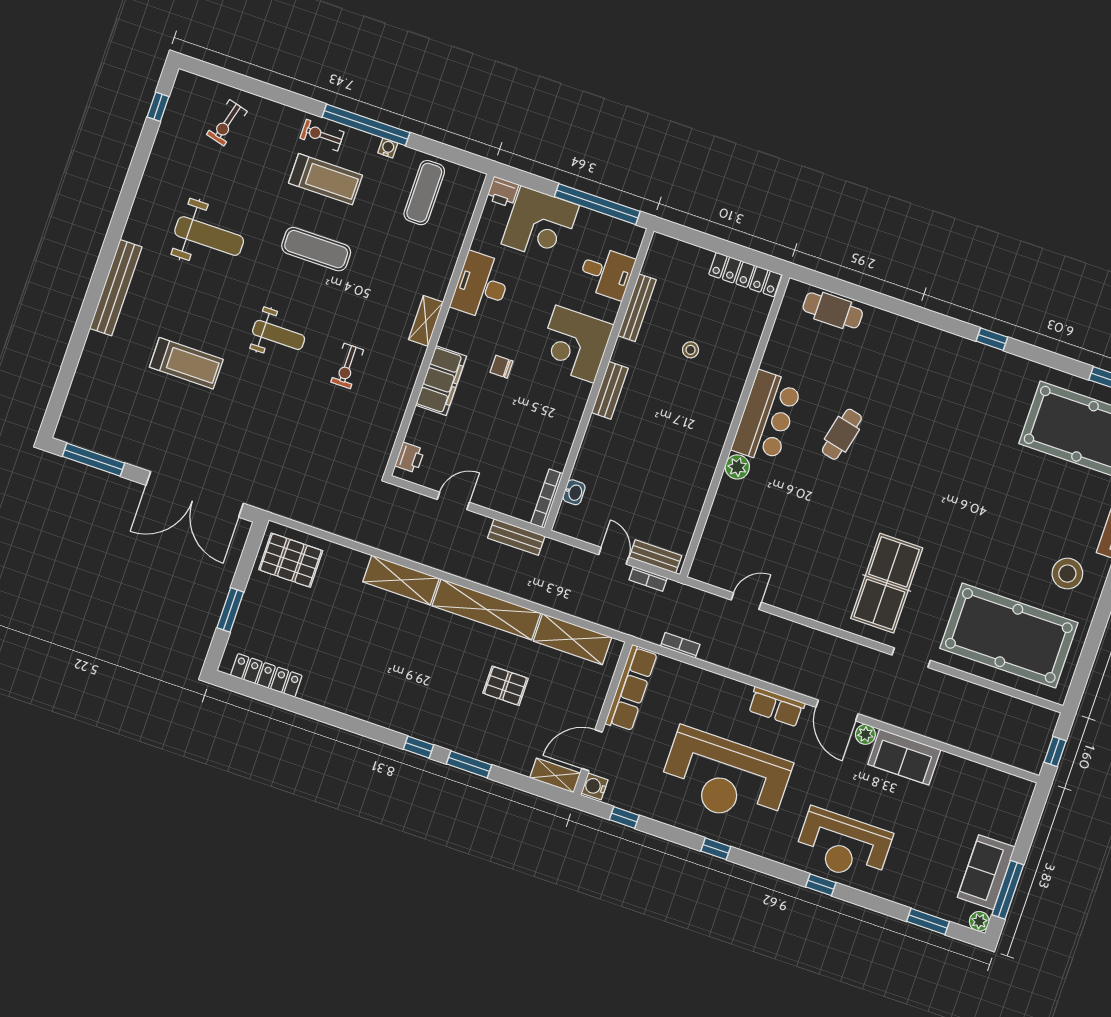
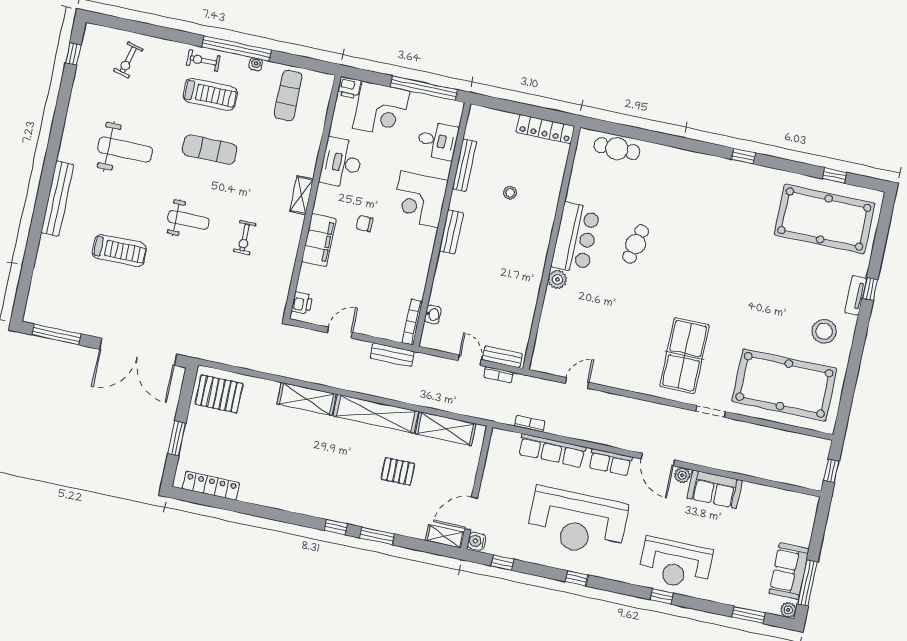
row of seats: (631, 688) -> (552, 451), moved, turned 90

